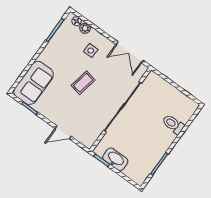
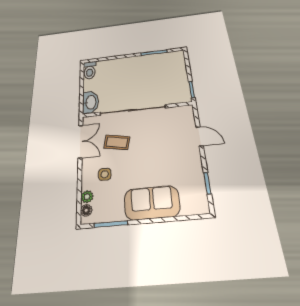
sofa: (34, 83) -> (152, 203), moved
coffee table: (83, 83) -> (117, 142), moved
toilet: (173, 124) -> (90, 70), moved
washbasin: (115, 159) -> (90, 102), moved, turned 180

